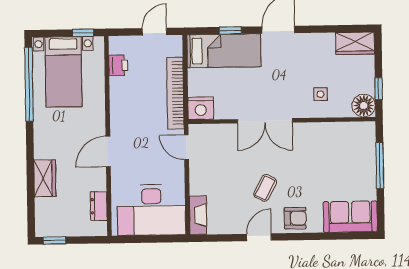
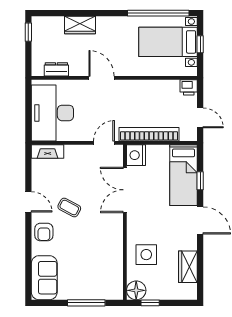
window: (83, 33) -> (200, 44), moved
wardrobe: (355, 43) -> (188, 267), moved
printer: (118, 65) -> (189, 87), moved
side table: (320, 94) -> (146, 255), width x1.87, depth x1.87
double door: (265, 121) -> (125, 190), moved

